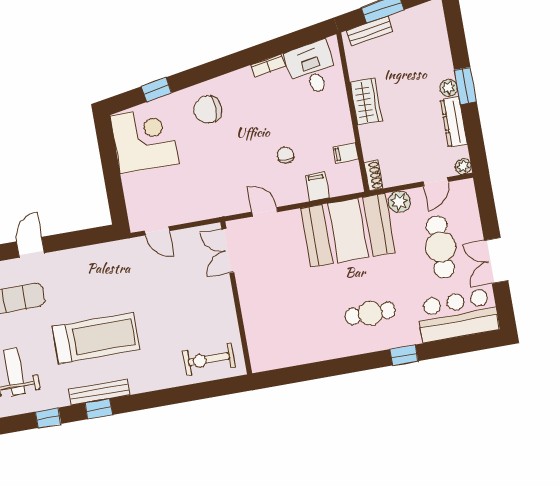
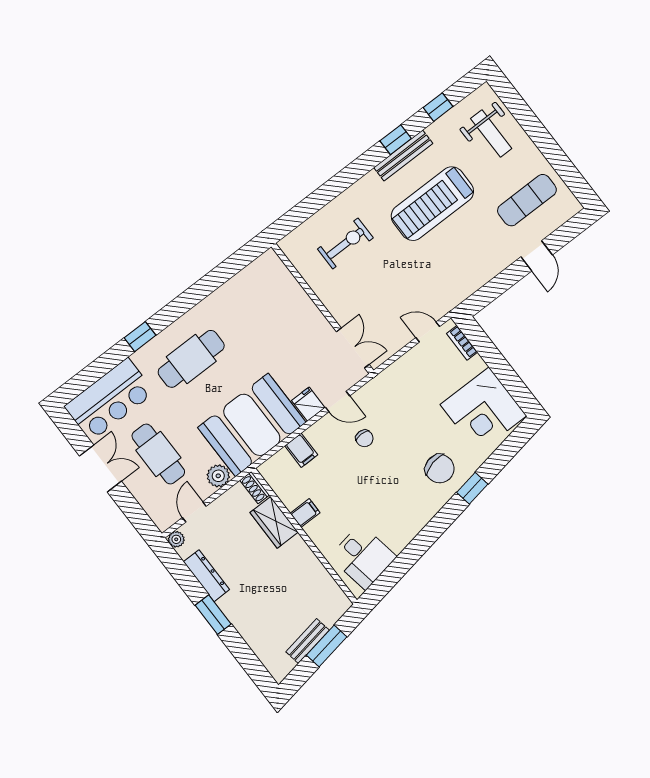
bench: (370, 31) -> (308, 641), moved
bookcase: (268, 65) -> (462, 343), moved, turned -80
plant: (449, 88) -> (228, 605), removed
window: (156, 90) -> (472, 488), moved
wardrobe: (366, 102) -> (274, 522), moved
chair: (208, 109) -> (440, 469), turned 77
filing cabinet: (346, 153) -> (305, 513), moved
chair: (285, 155) -> (364, 438), moved
fridge: (291, 223) -> (308, 404), added
cafe table: (370, 313) -> (191, 359), width x1.37, depth x1.35
exercise bike: (209, 359) -> (345, 243), moved

